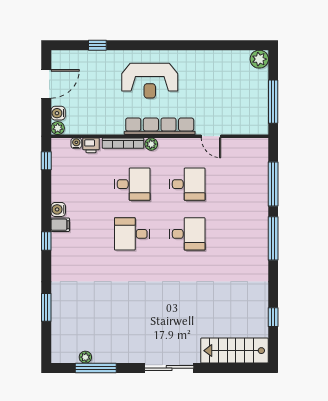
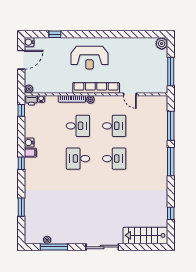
water cooler: (58, 113) -> (29, 42), moved
printer: (91, 145) -> (31, 100), moved

